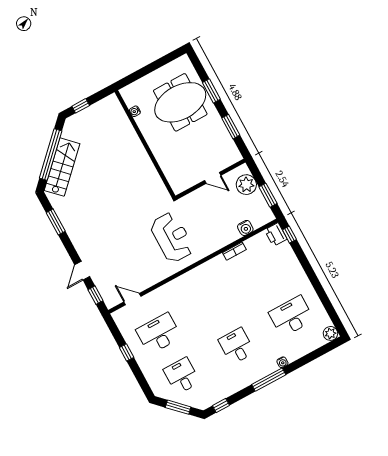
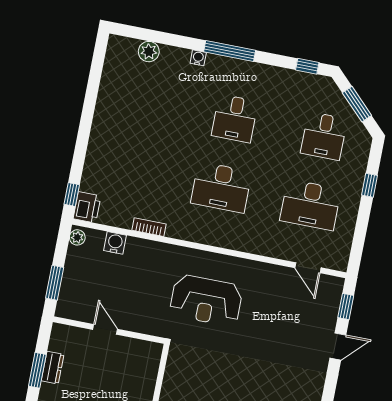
dresser: (224, 135) -> (53, 368), added
plant: (246, 185) -> (77, 237), moved, width x0.53, depth x0.53
window: (268, 195) -> (55, 283), moved
reception desk: (172, 237) -> (206, 300), turned -90
desk: (291, 316) -> (221, 187), moved
plant: (330, 333) -> (149, 52), moved
window: (127, 352) -> (369, 185), moved

